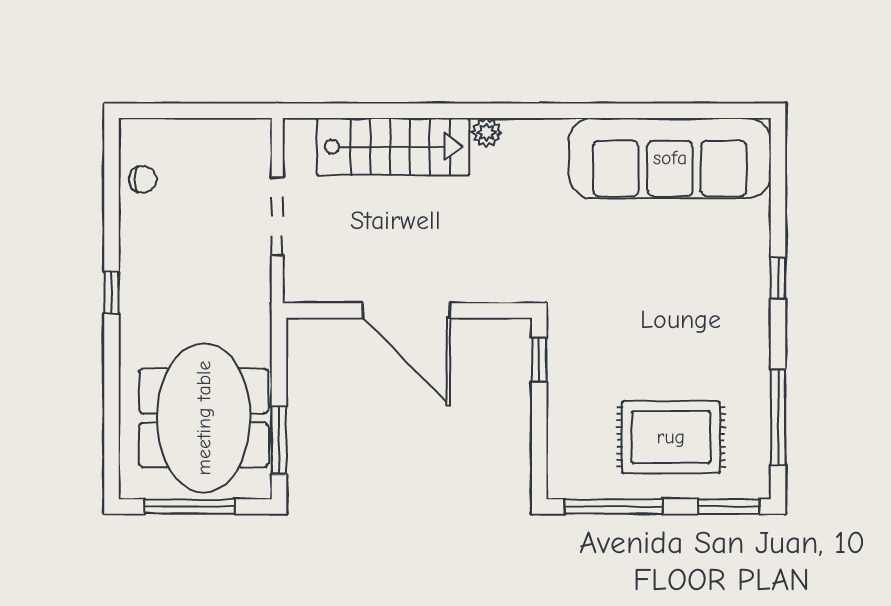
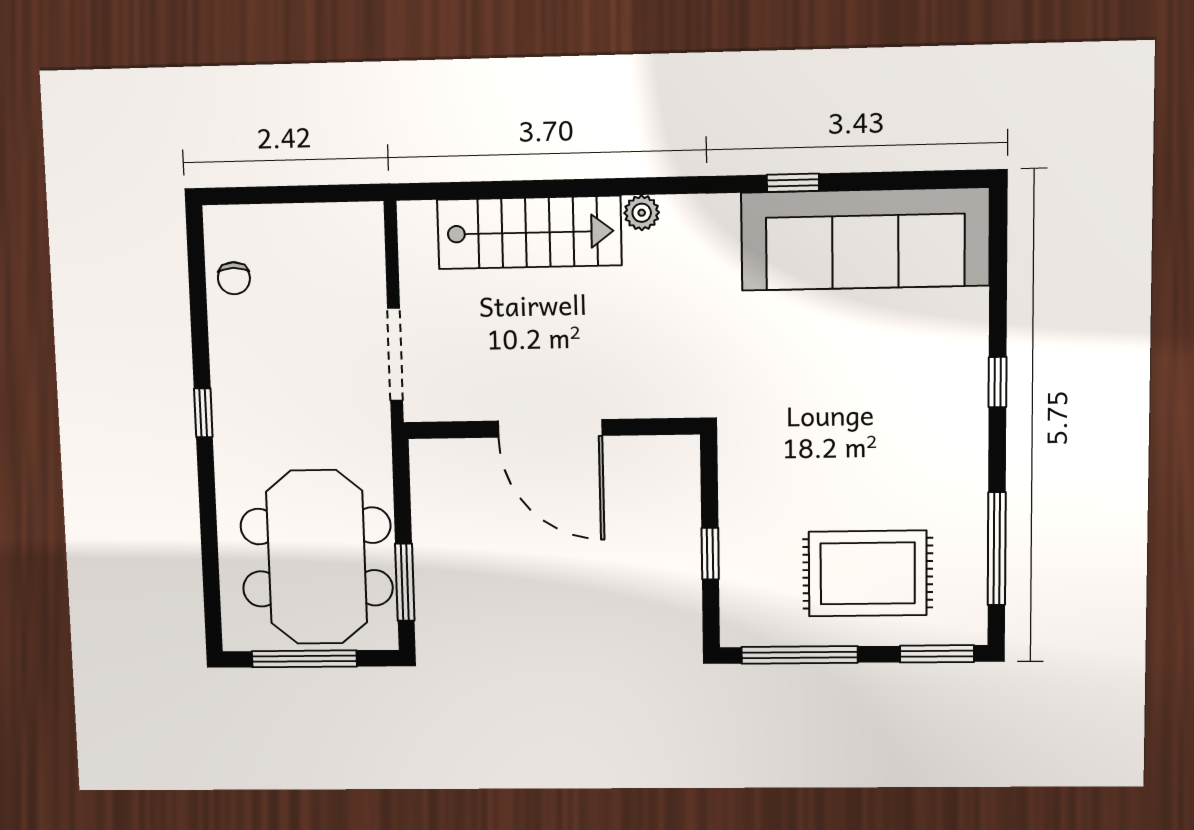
window: (611, 111) -> (793, 183), added
chair: (143, 179) -> (234, 278), turned 90
doorway: (277, 216) -> (395, 354), moved
window: (539, 360) -> (710, 554), moved

